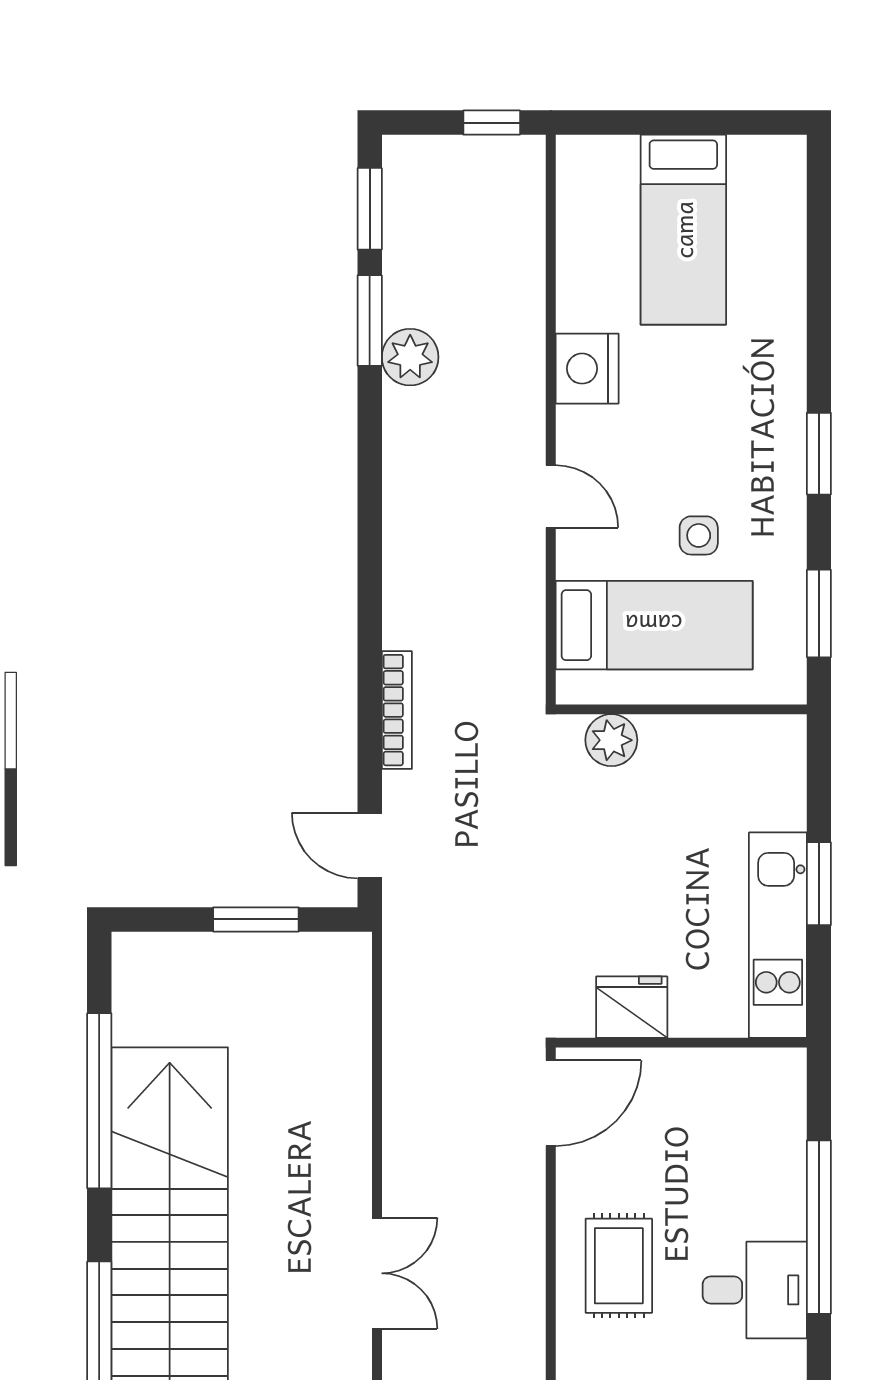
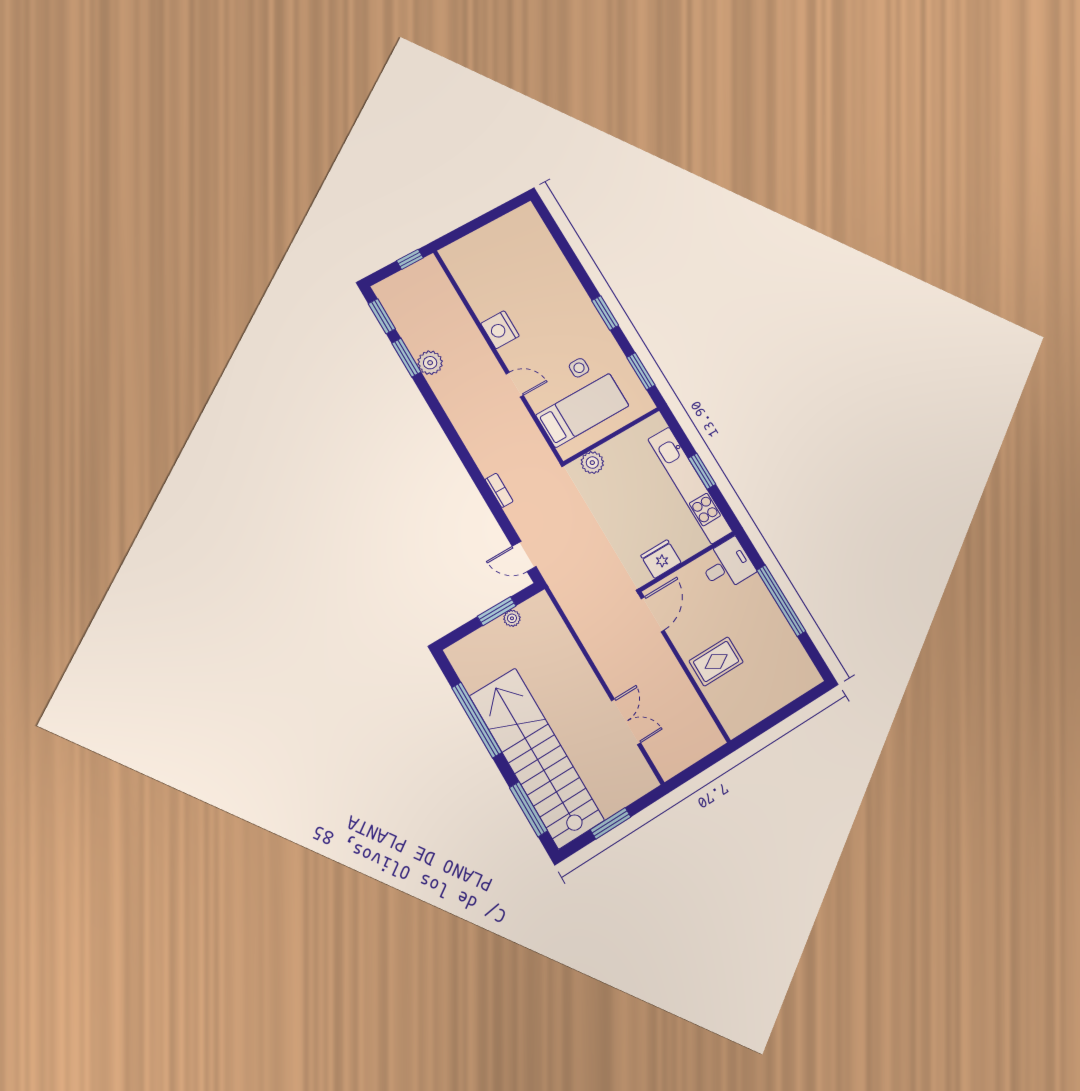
bed: (683, 230) -> (506, 259), removed
bookcase: (397, 710) -> (499, 490), width x0.64
kitchen unit: (778, 935) -> (690, 485), width x1.36
plant: (277, 950) -> (512, 618), added
rug: (619, 1266) -> (716, 661), turned 90
desk: (755, 1290) -> (727, 565), moved

